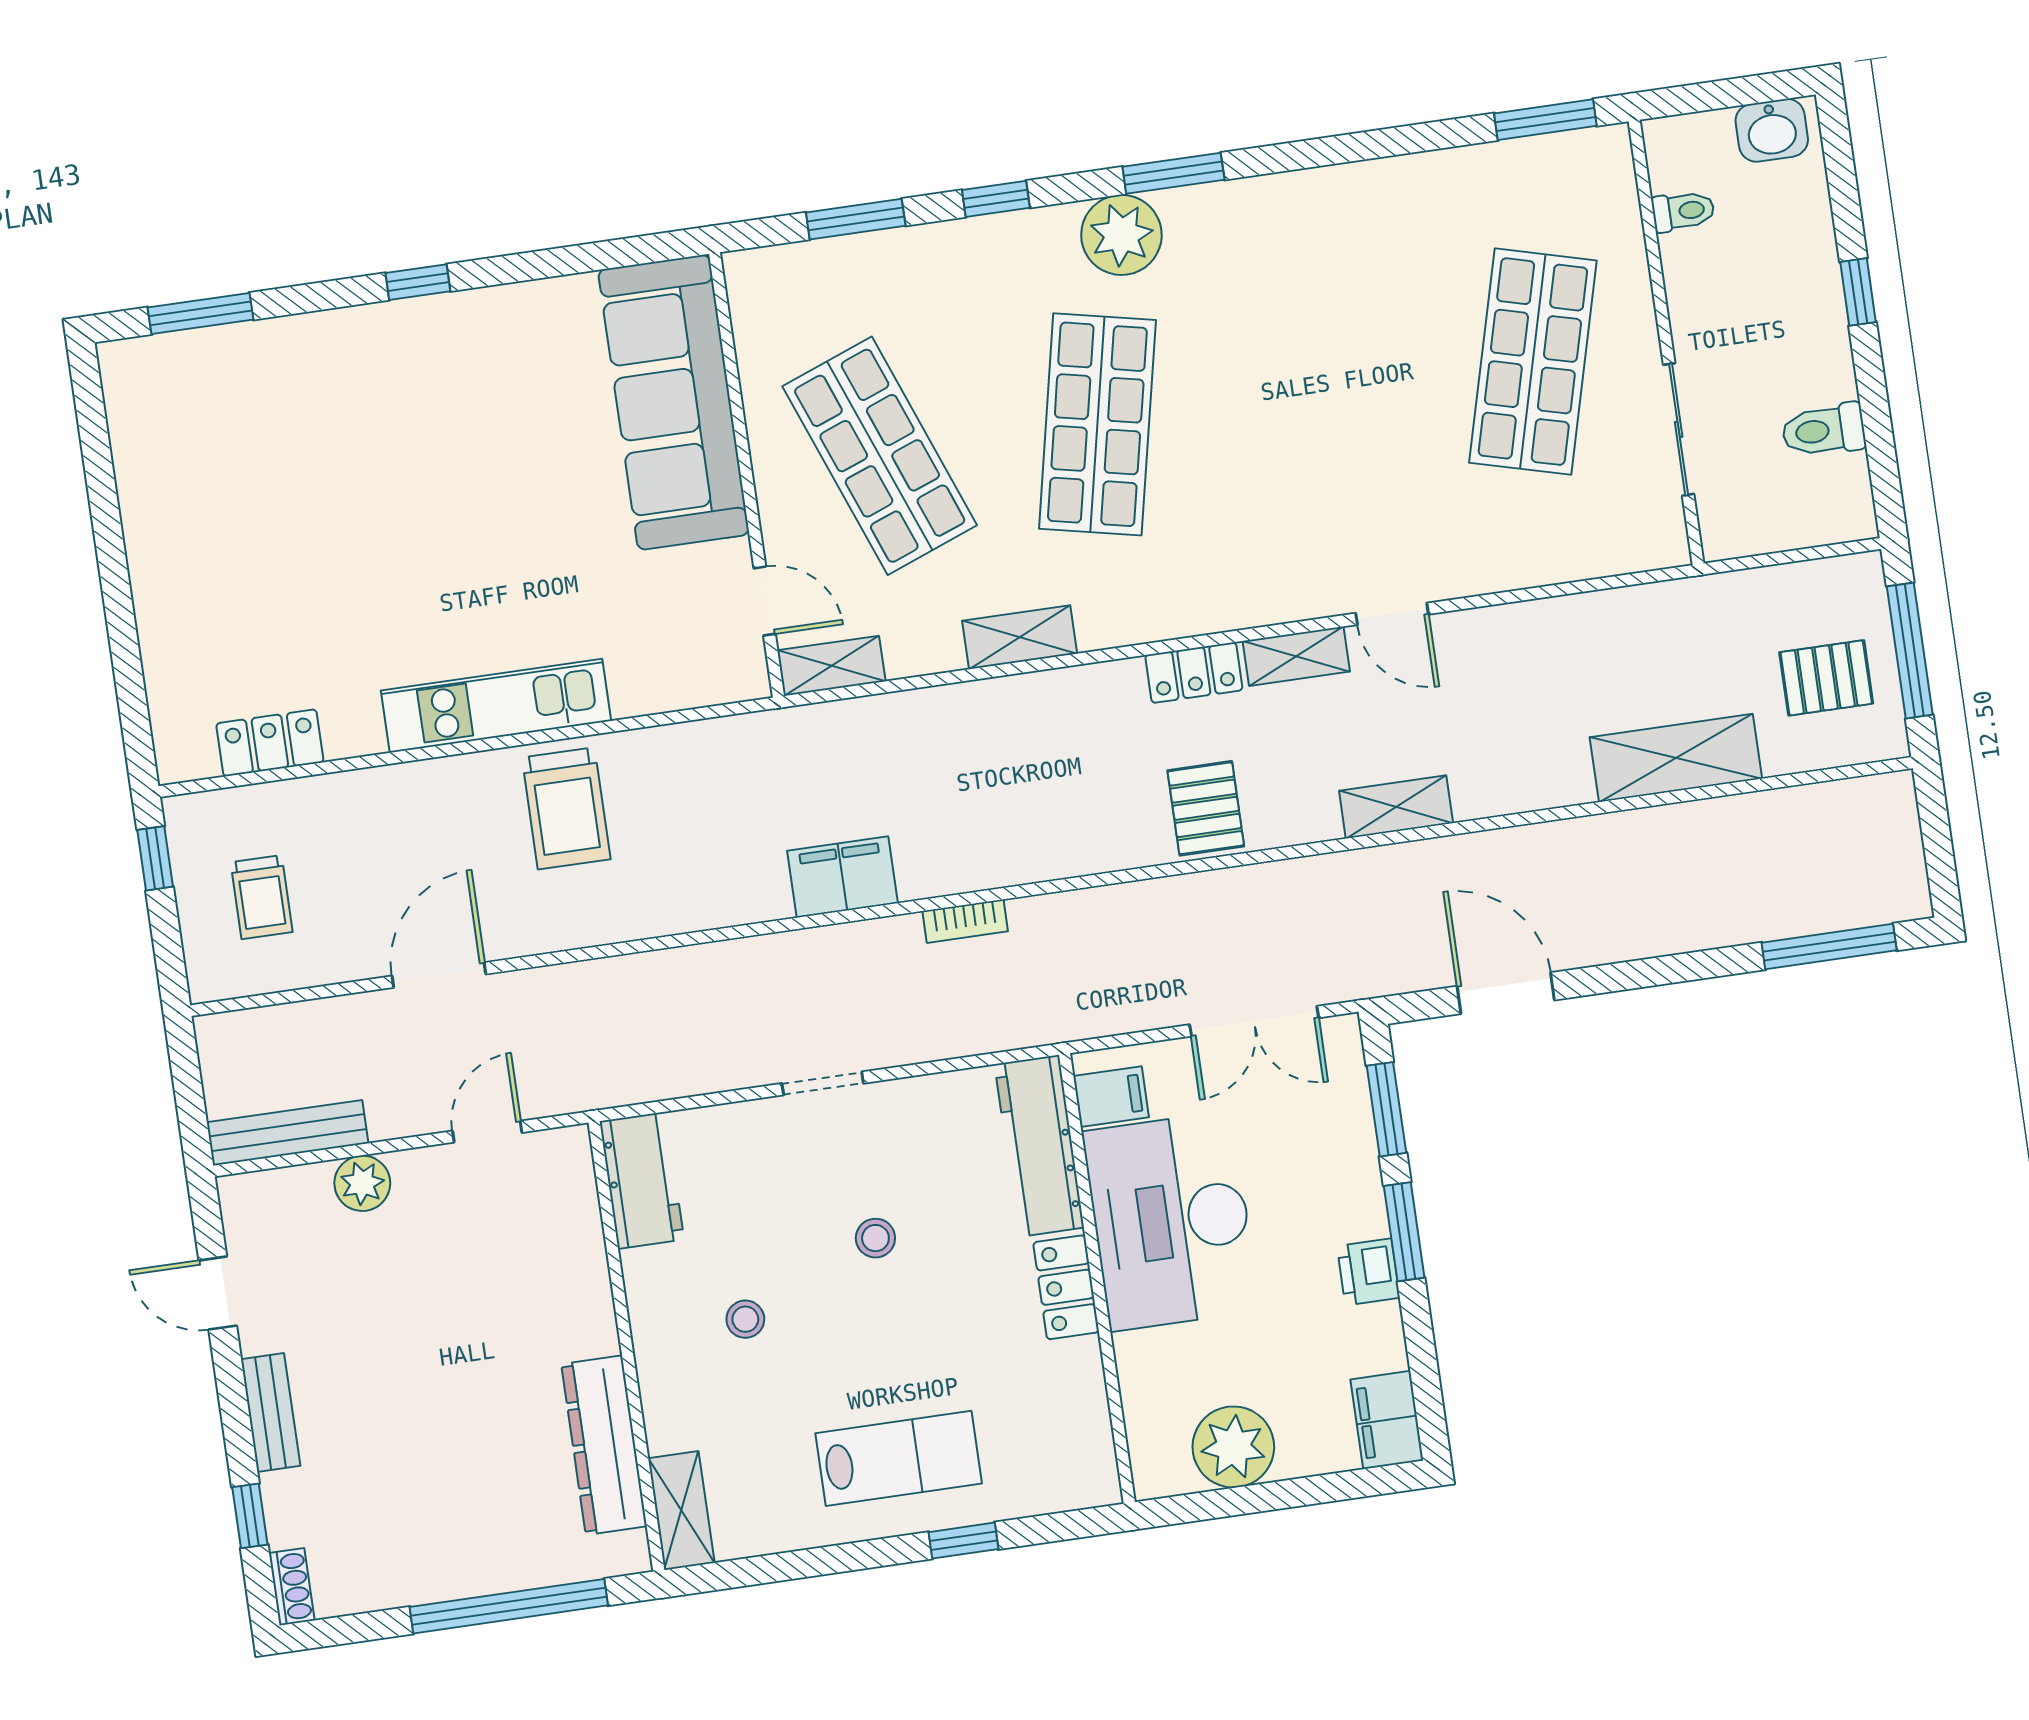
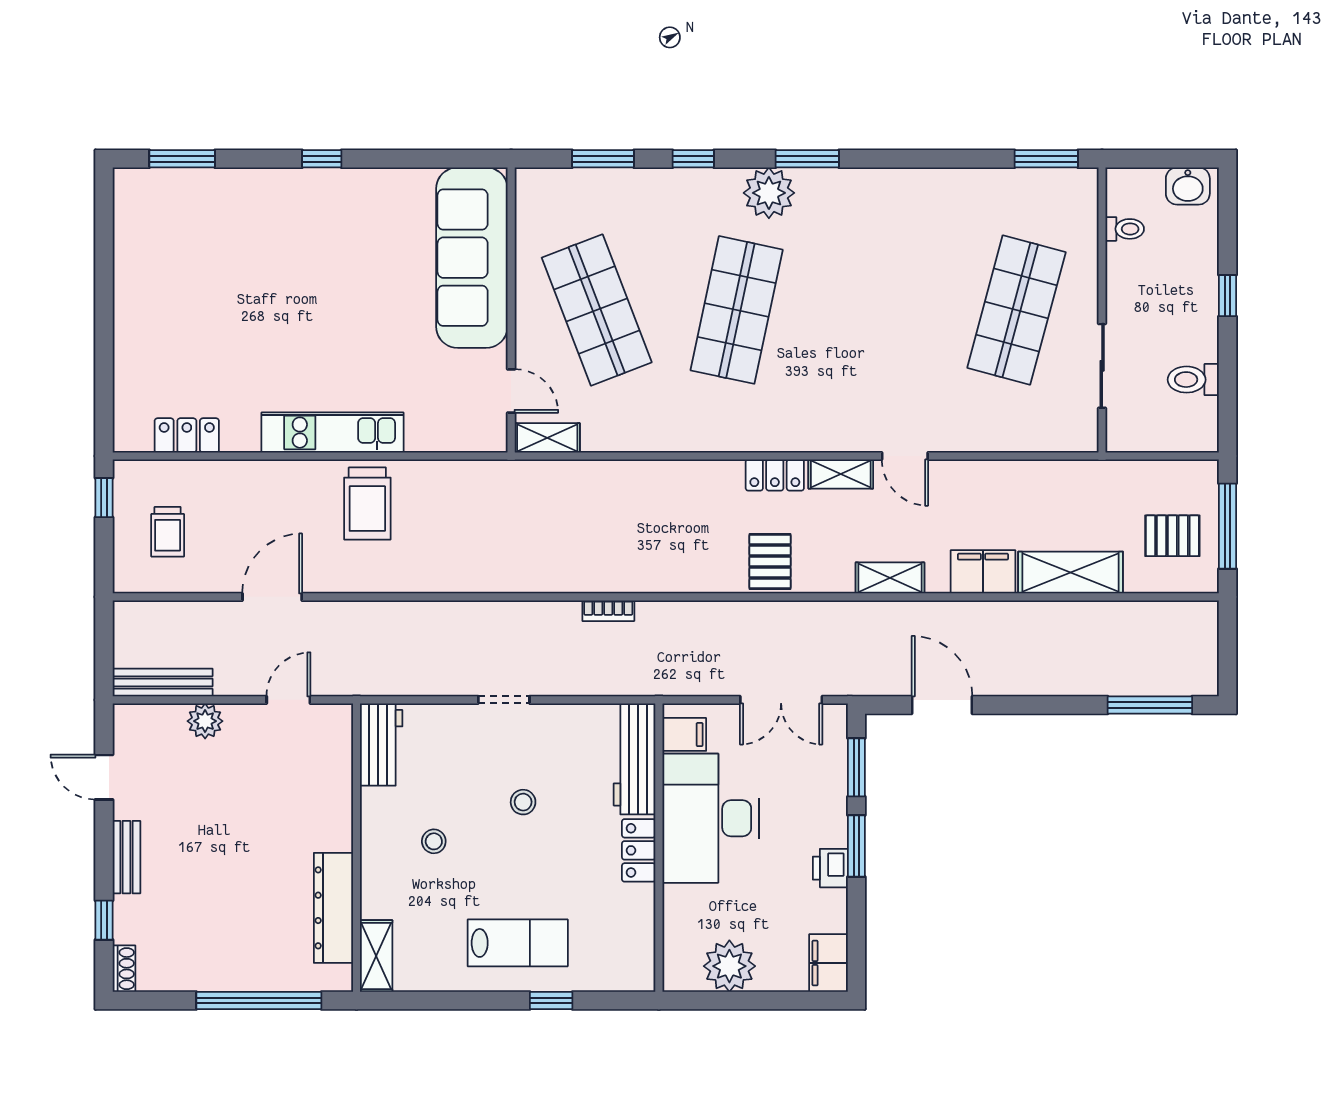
shelving: (1020, 637) -> (668, 437), removed
filing cabinet: (843, 877) -> (983, 572), moved

